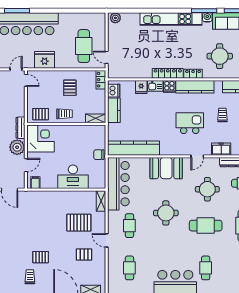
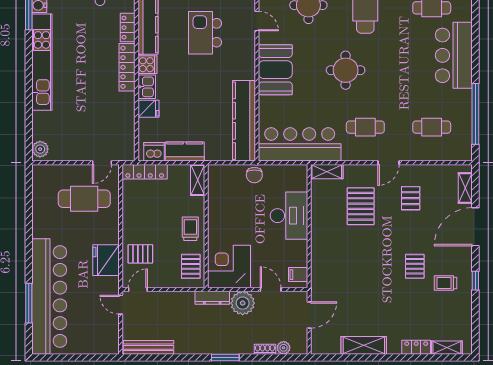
locker: (101, 80) -> (145, 172), width x1.53
pallet: (70, 88) -> (140, 254), moved

